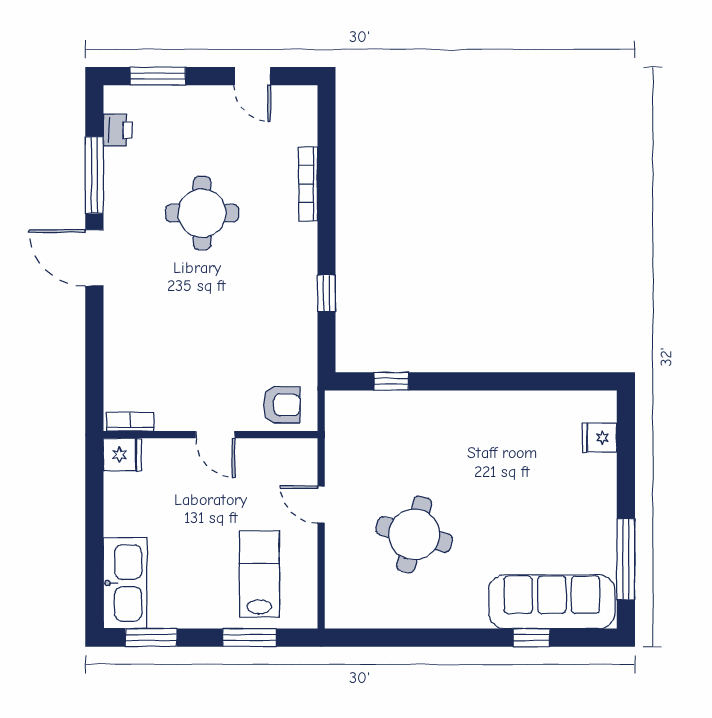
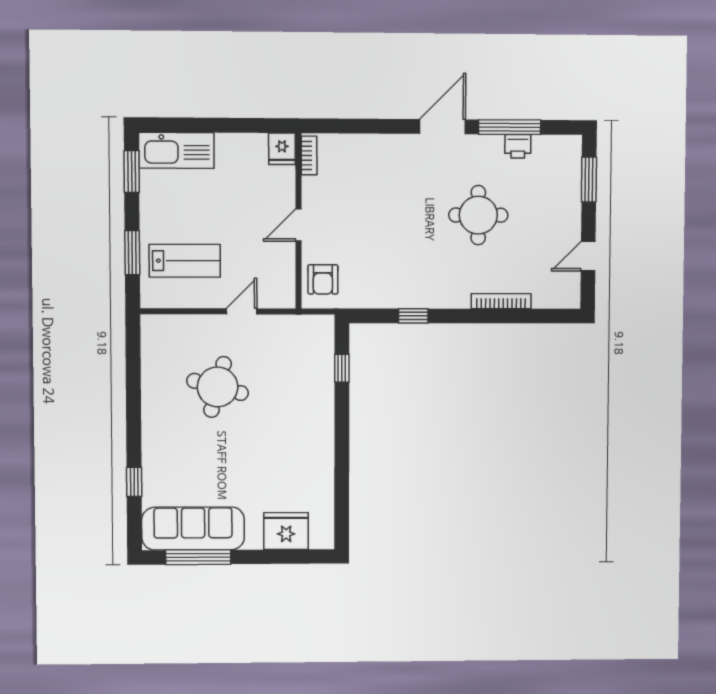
printer: (118, 130) -> (518, 146), moved
fridge: (600, 438) -> (286, 531), width x1.88, depth x1.34
sofa: (552, 602) -> (193, 529), moved, turned -90

